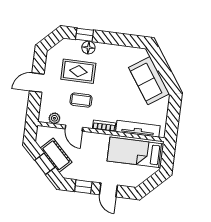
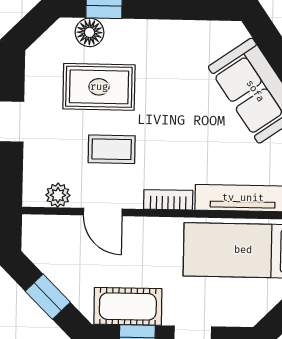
floor lamp: (88, 48) -> (90, 32), moved
cot: (56, 155) -> (128, 306), moved, turned -45

